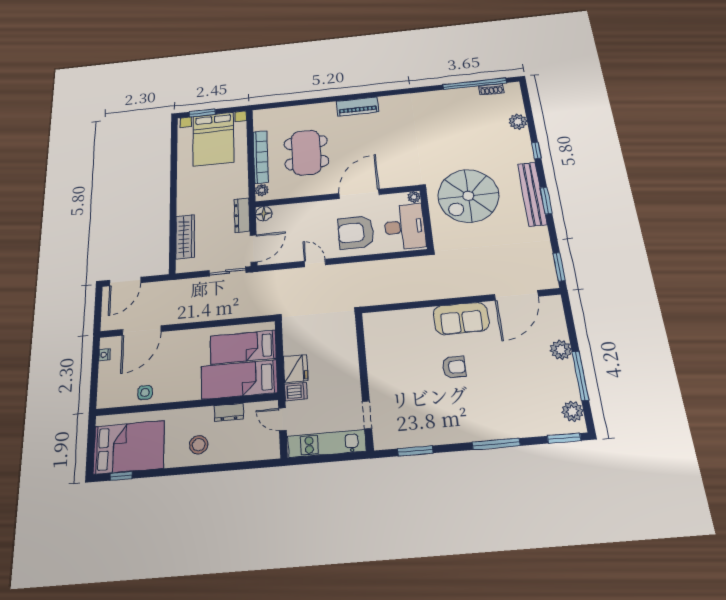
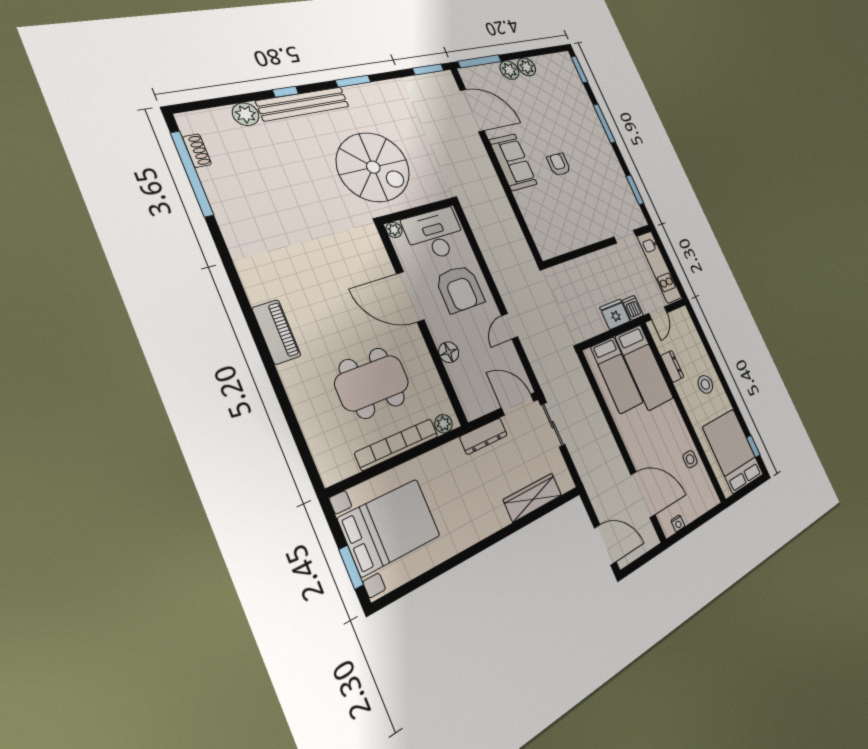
bench: (532, 194) -> (303, 104), moved
floor lamp: (264, 214) -> (449, 352), moved
window: (580, 376) -> (480, 61), moved
plant: (573, 411) -> (527, 67), moved

